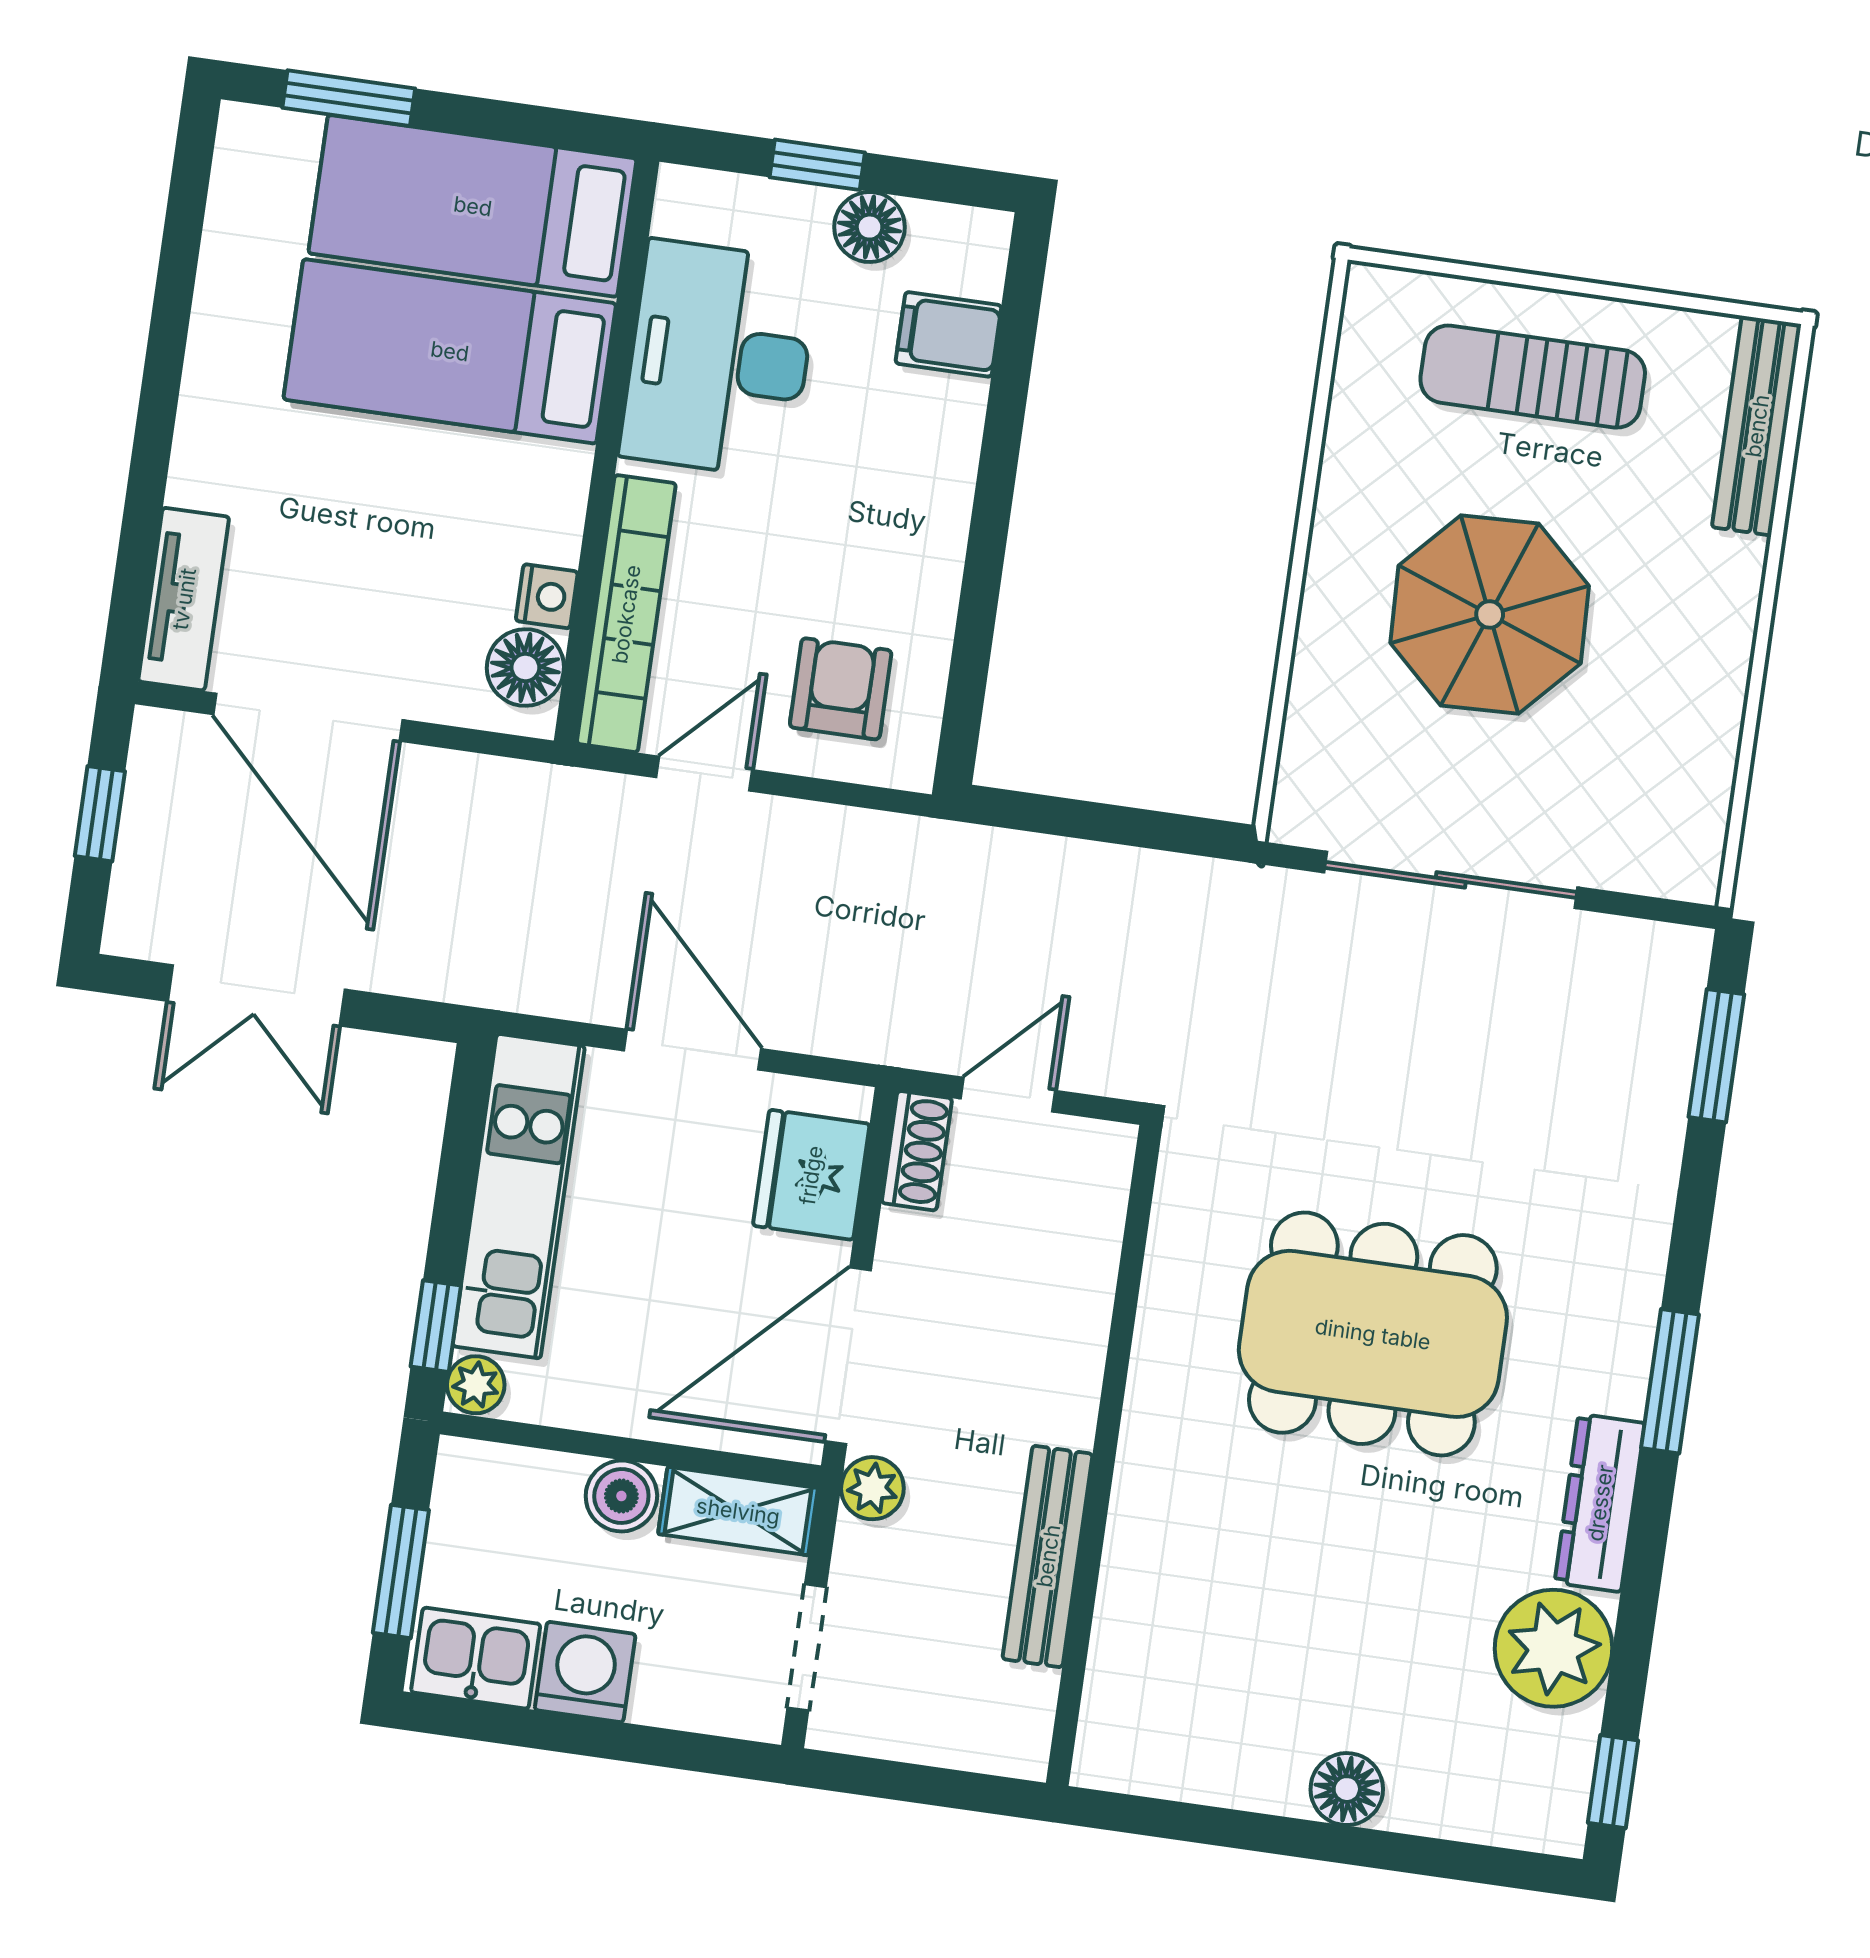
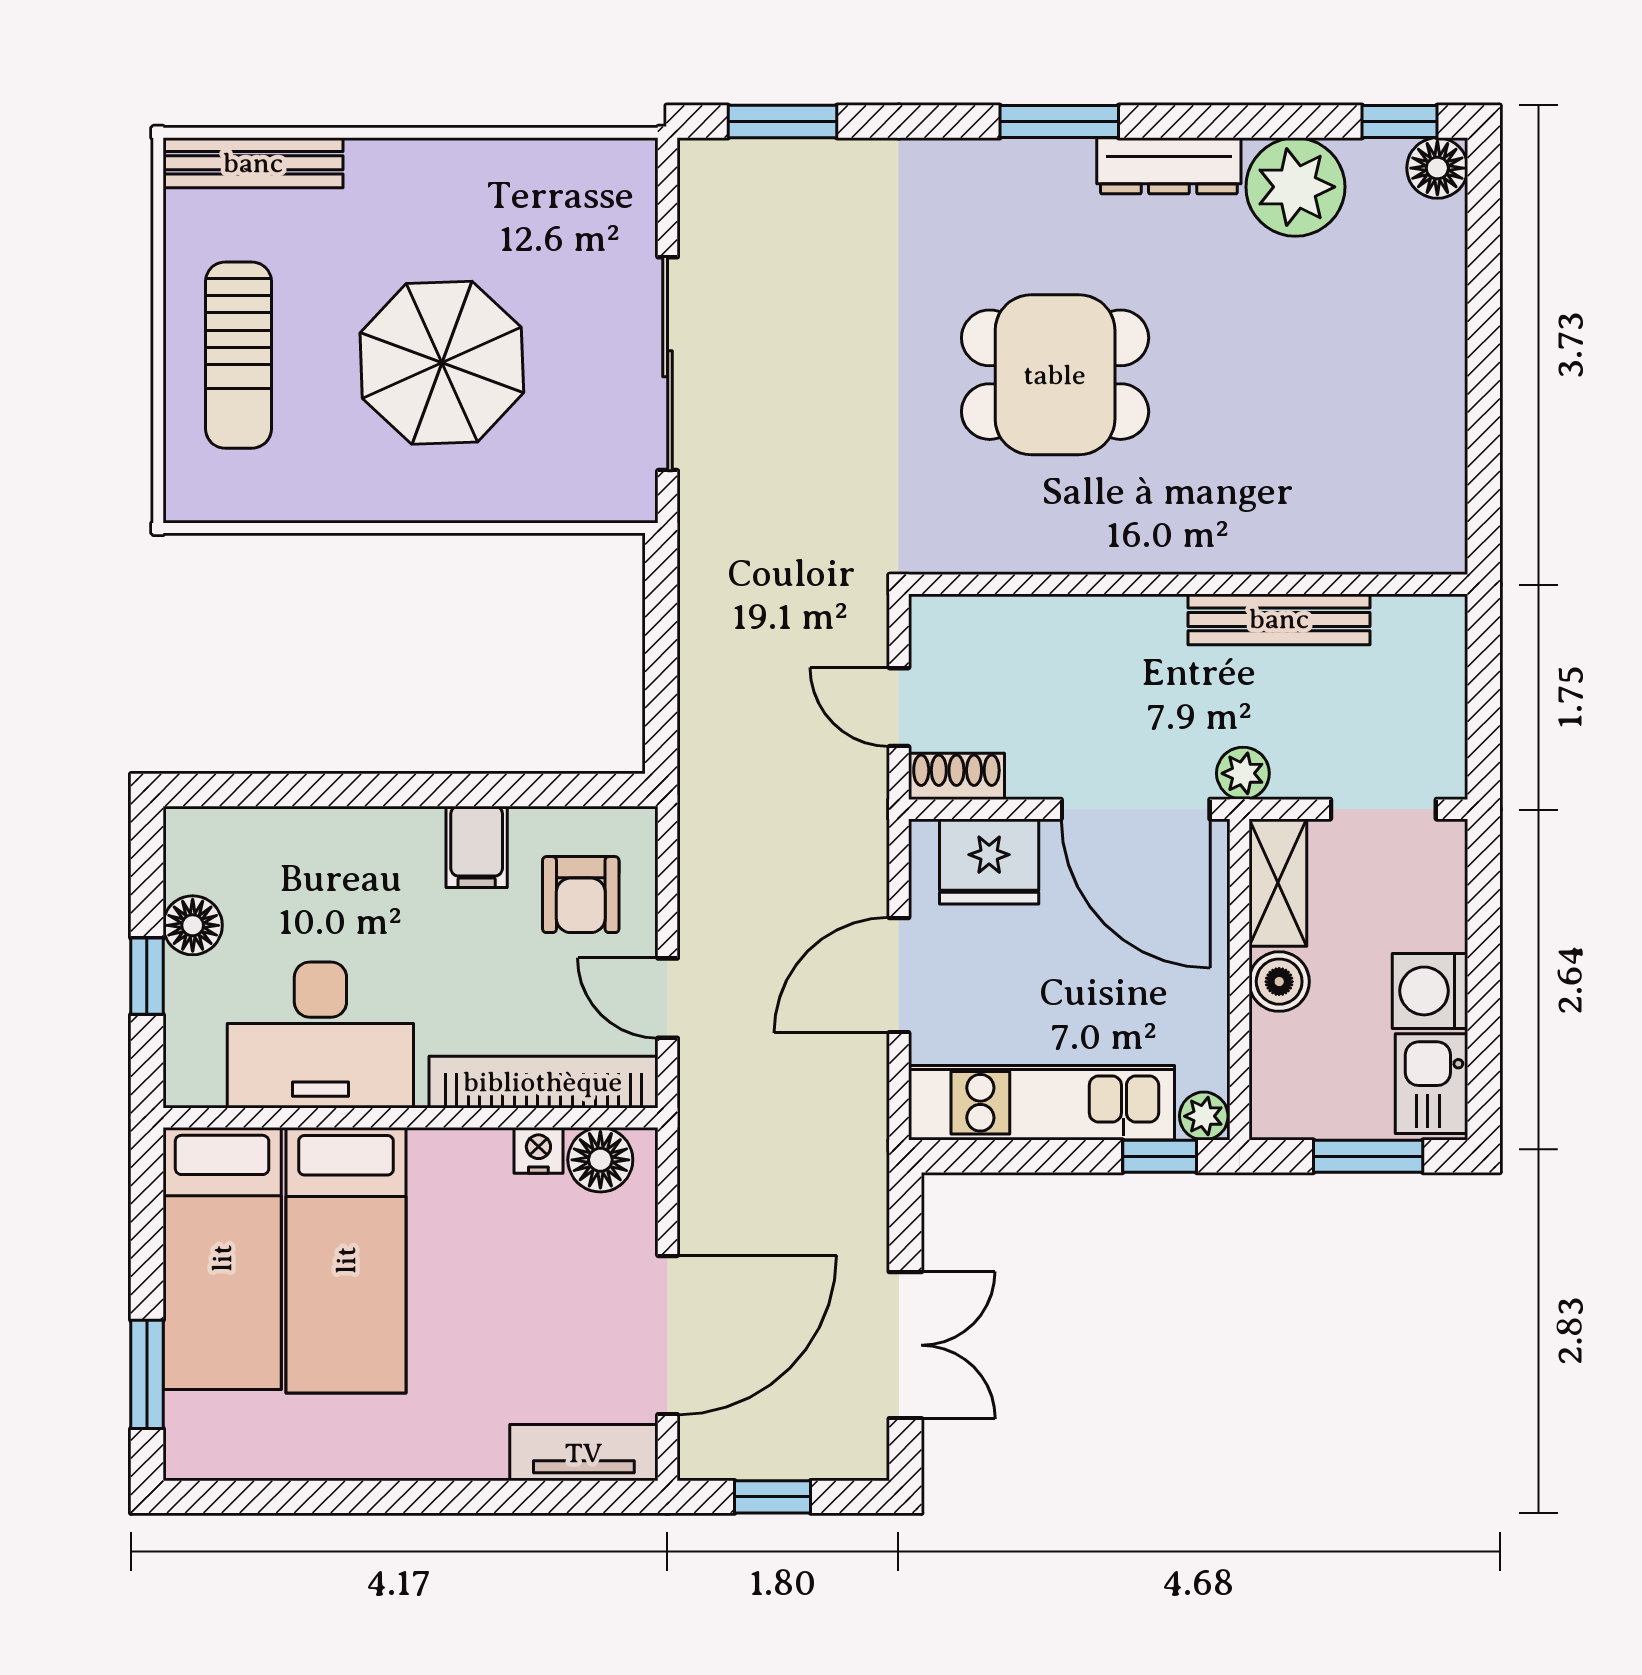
filing cabinet: (948, 334) -> (477, 847), moved
armchair: (841, 689) -> (581, 895), turned -90
dining table: (1373, 1334) -> (1055, 375), width x0.73
floor lamp: (1347, 1789) -> (1437, 168), moved

